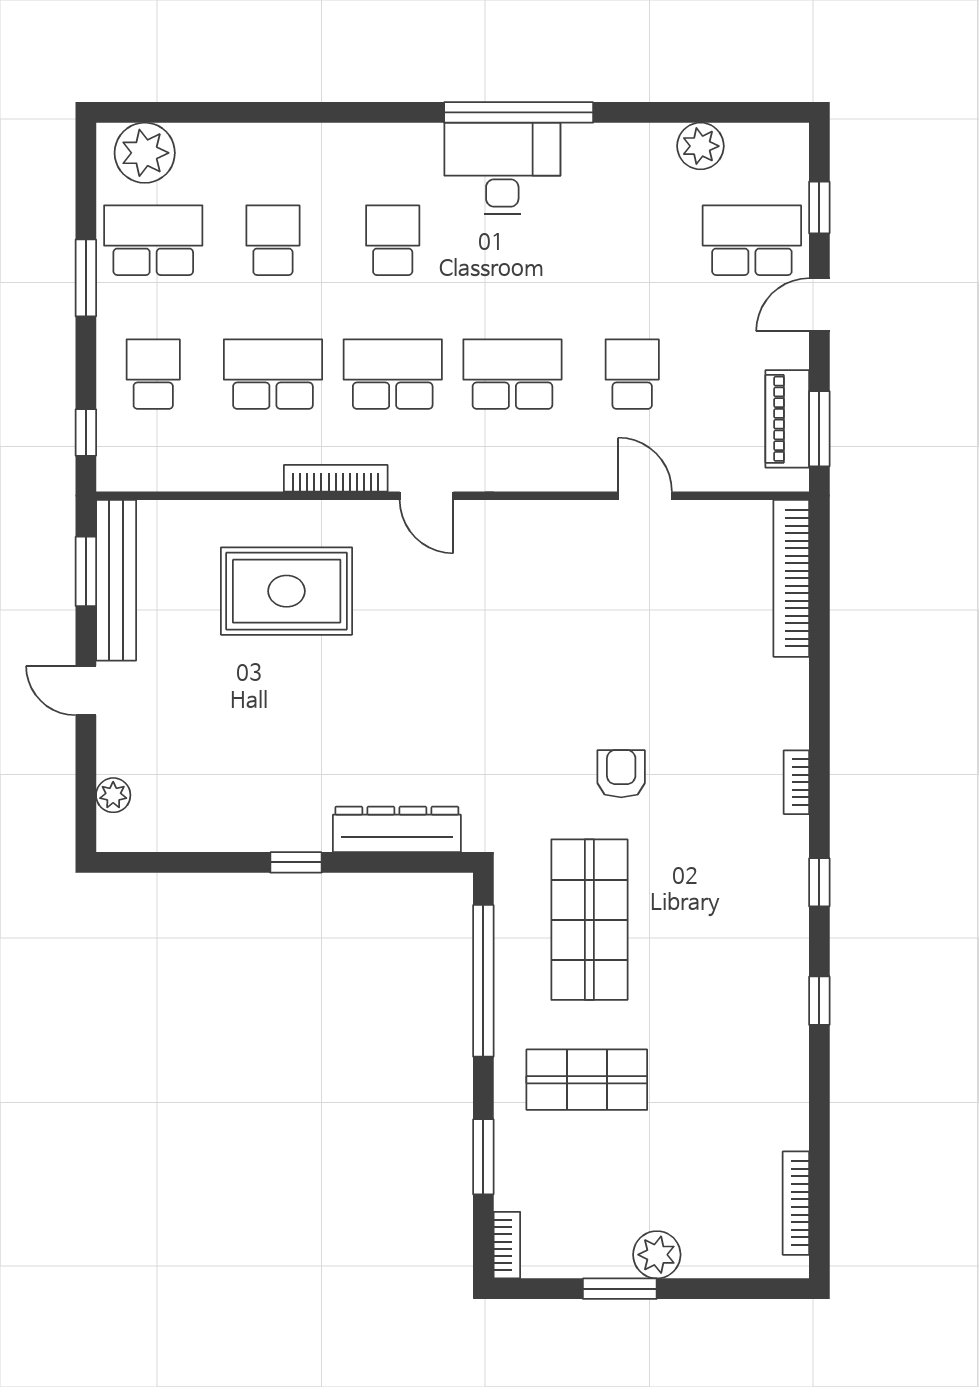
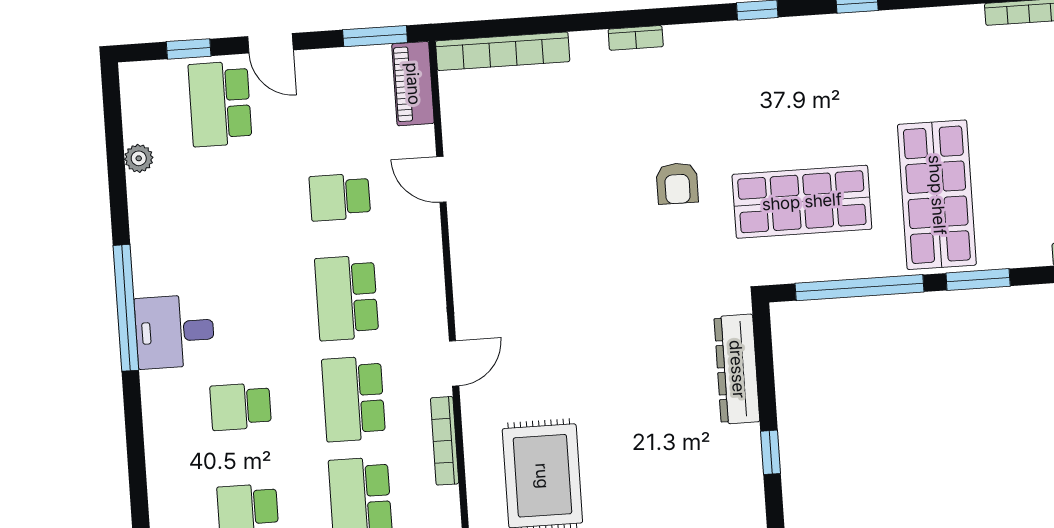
plant: (700, 146) -> (139, 158), width x0.73, depth x0.73
desk: (502, 168) -> (175, 332), width x0.73
piano: (787, 419) -> (413, 84), moved, turned 90
door: (645, 496) -> (441, 179), hinge flipped
armchair: (621, 774) -> (677, 183), turned -90
bookcase: (796, 782) -> (636, 38), moved
shop shelf: (587, 1080) -> (937, 195), width x1.43, depth x1.36
window: (483, 1157) -> (978, 280), moved

